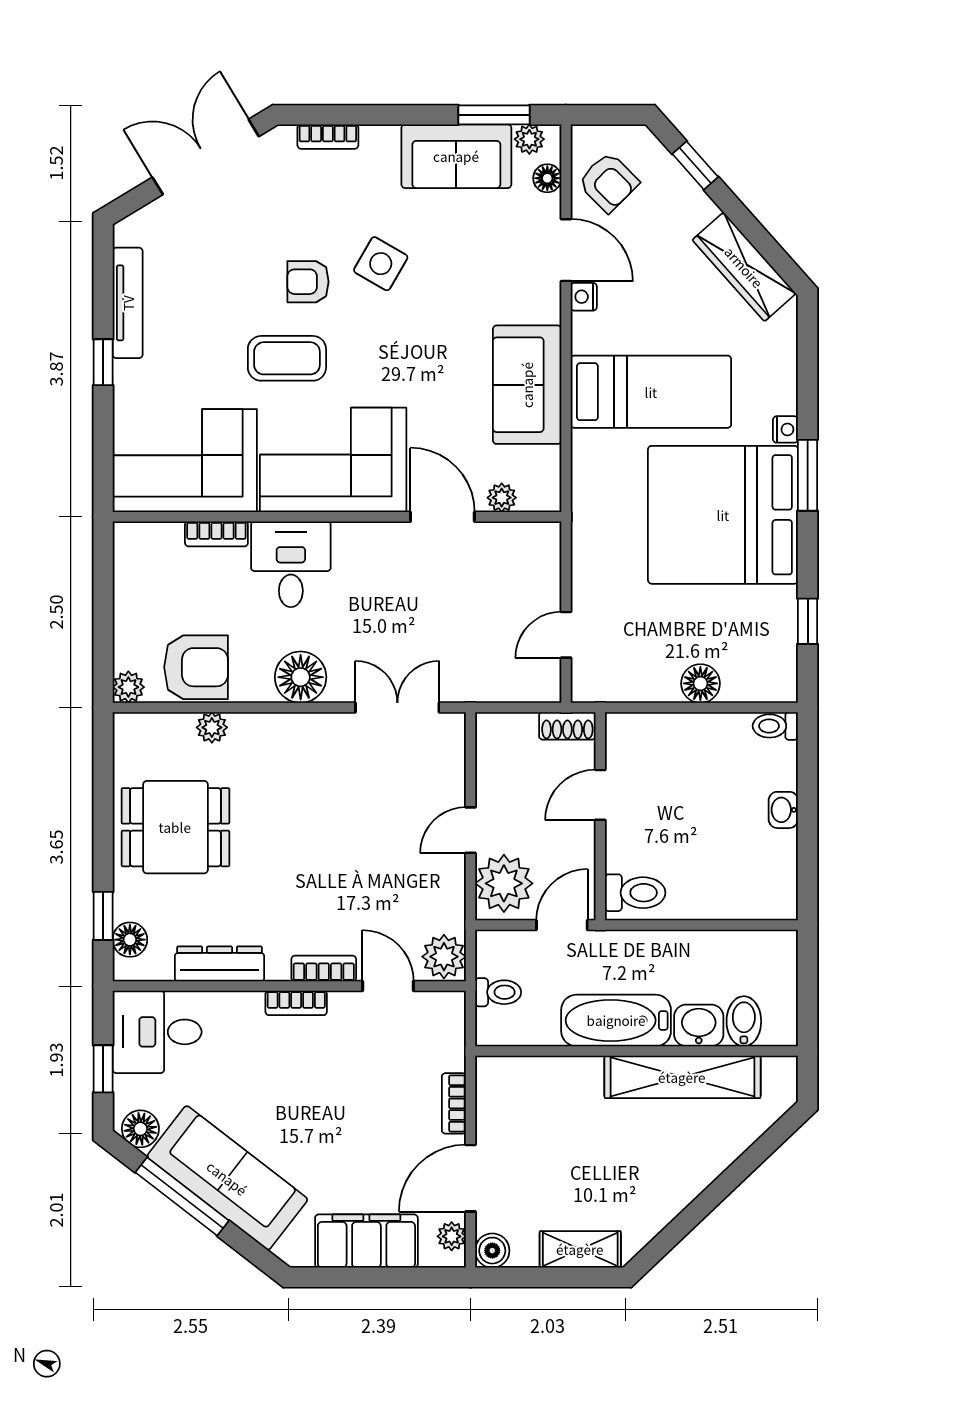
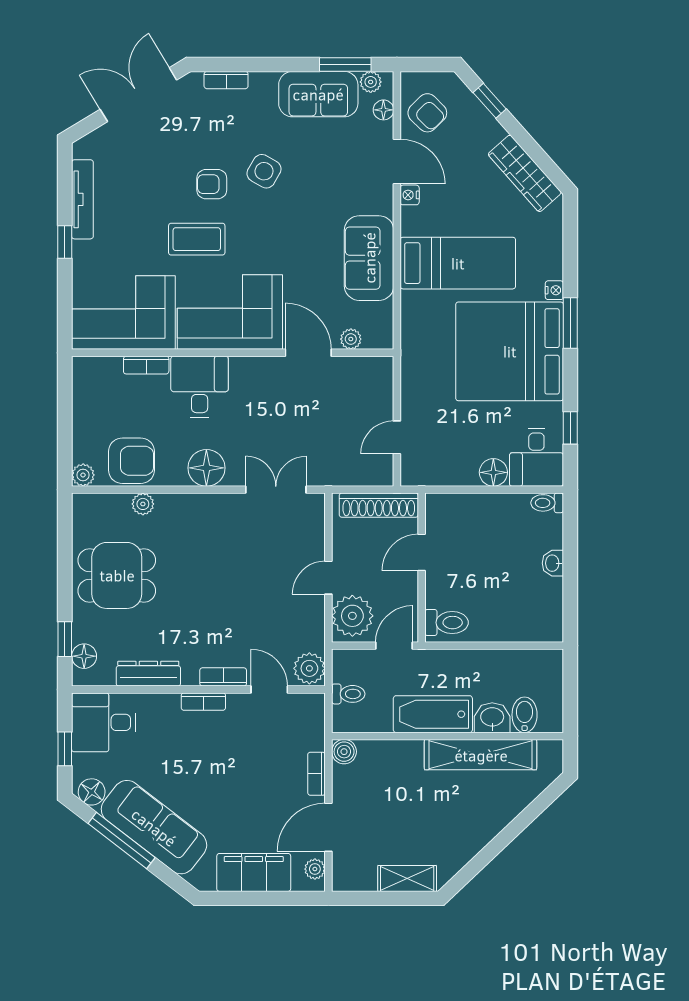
desk: (760, 662) -> (536, 457), added
shoe rack: (567, 726) -> (379, 505), width x1.94, depth x1.24
boiler: (492, 1251) -> (344, 752), moved

